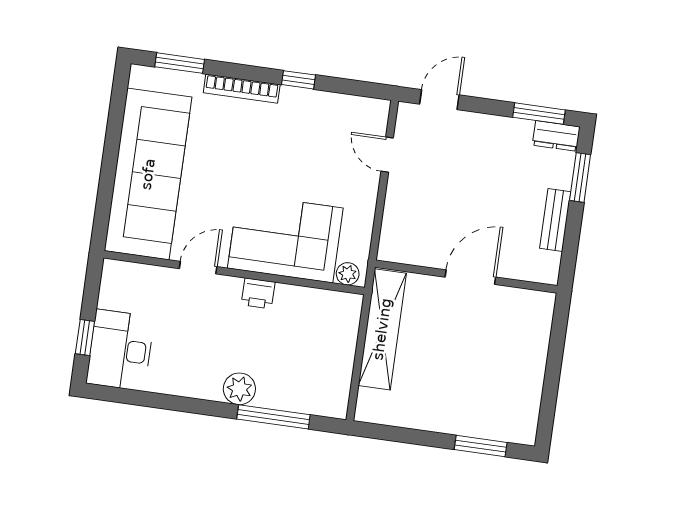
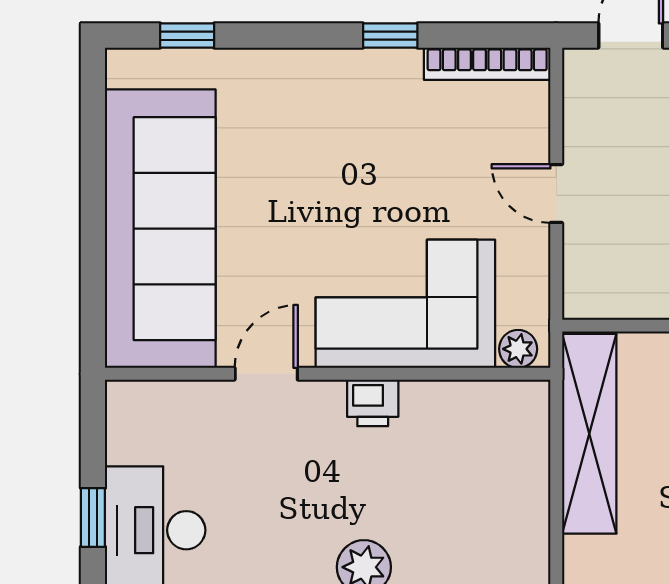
window: (180, 63) -> (187, 36), width x0.67
bookcase: (242, 89) -> (487, 64), moved
door: (387, 155) -> (556, 194), moved

